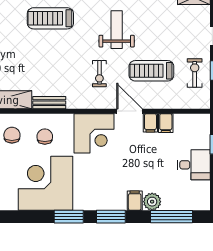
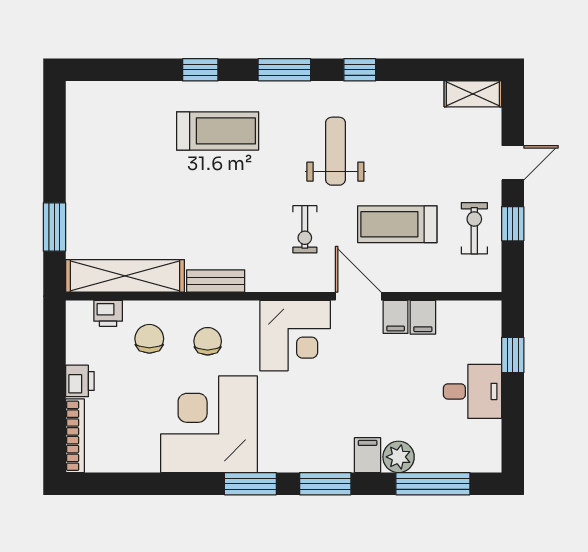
treadmill: (50, 18) -> (218, 131), turned 180

